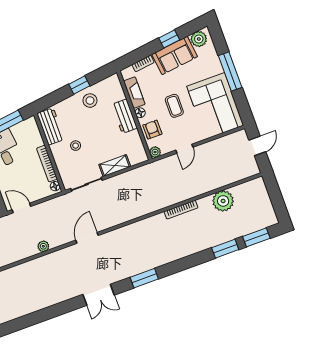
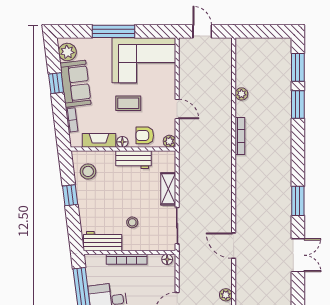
stool: (90, 101) -> (88, 171), moved
workbench: (124, 116) -> (134, 160), moved
bookcase: (47, 164) -> (127, 259), moved
plant: (223, 201) -> (241, 94), width x0.53, depth x0.53

